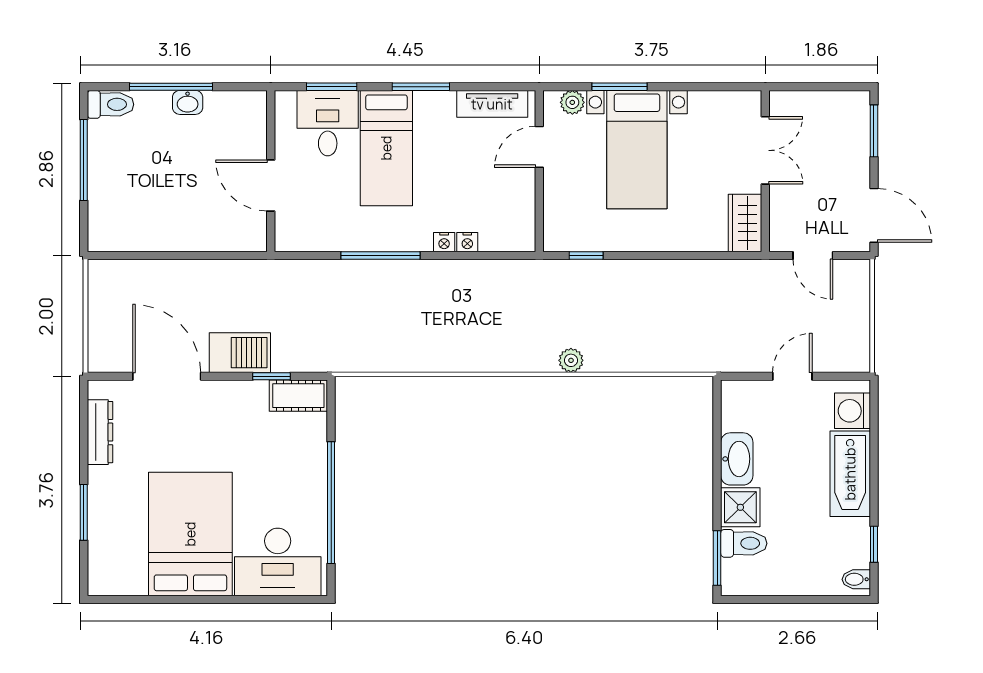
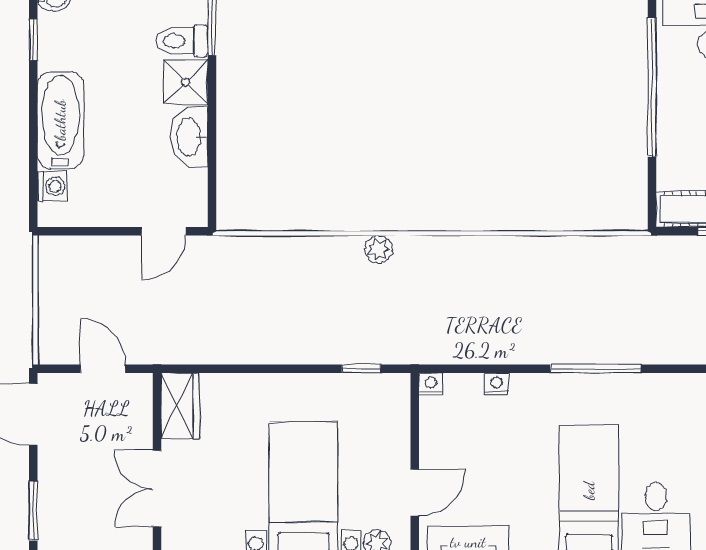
nightstand: (444, 242) -> (431, 384), moved
door: (792, 376) -> (163, 231), moved
washing machine: (853, 411) -> (52, 186), width x0.73, depth x0.73

